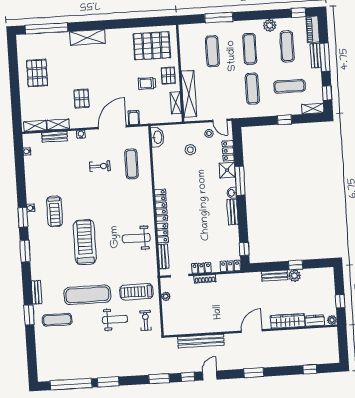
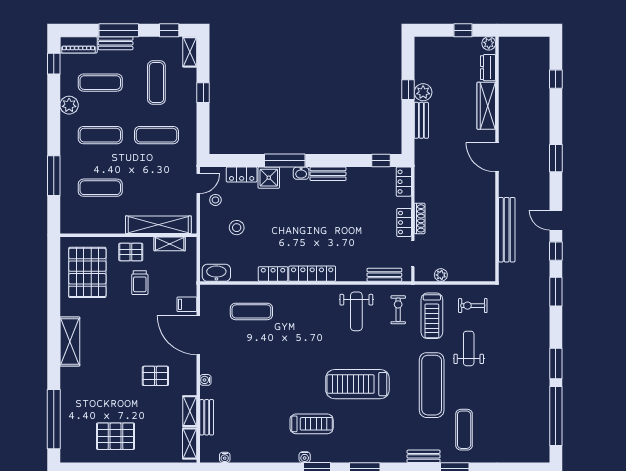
shelving: (87, 37) -> (70, 341), moved
exercise bike: (100, 166) -> (398, 310), moved
locker: (163, 233) -> (273, 274), moved

